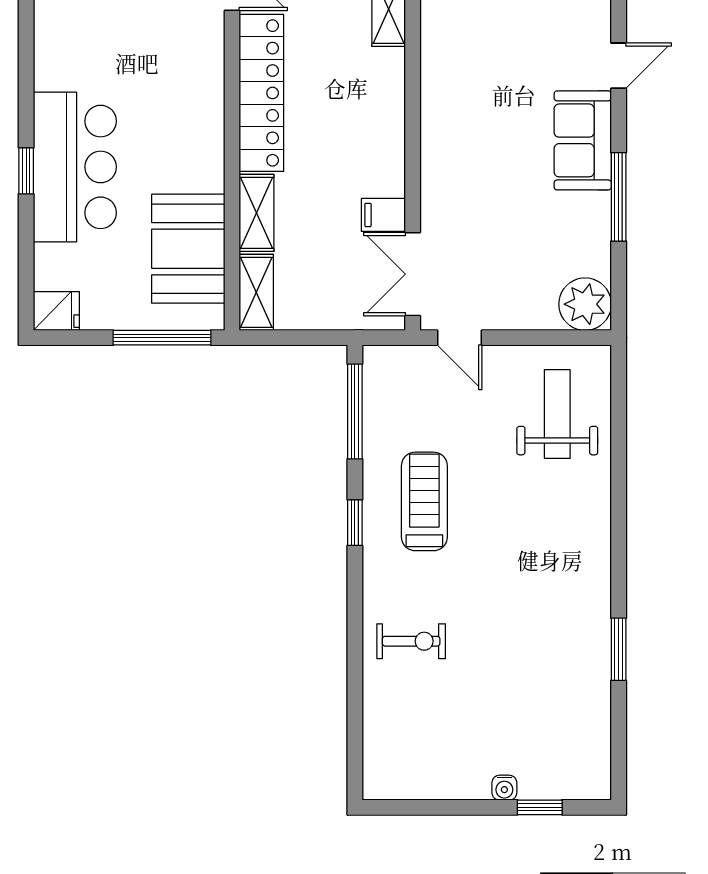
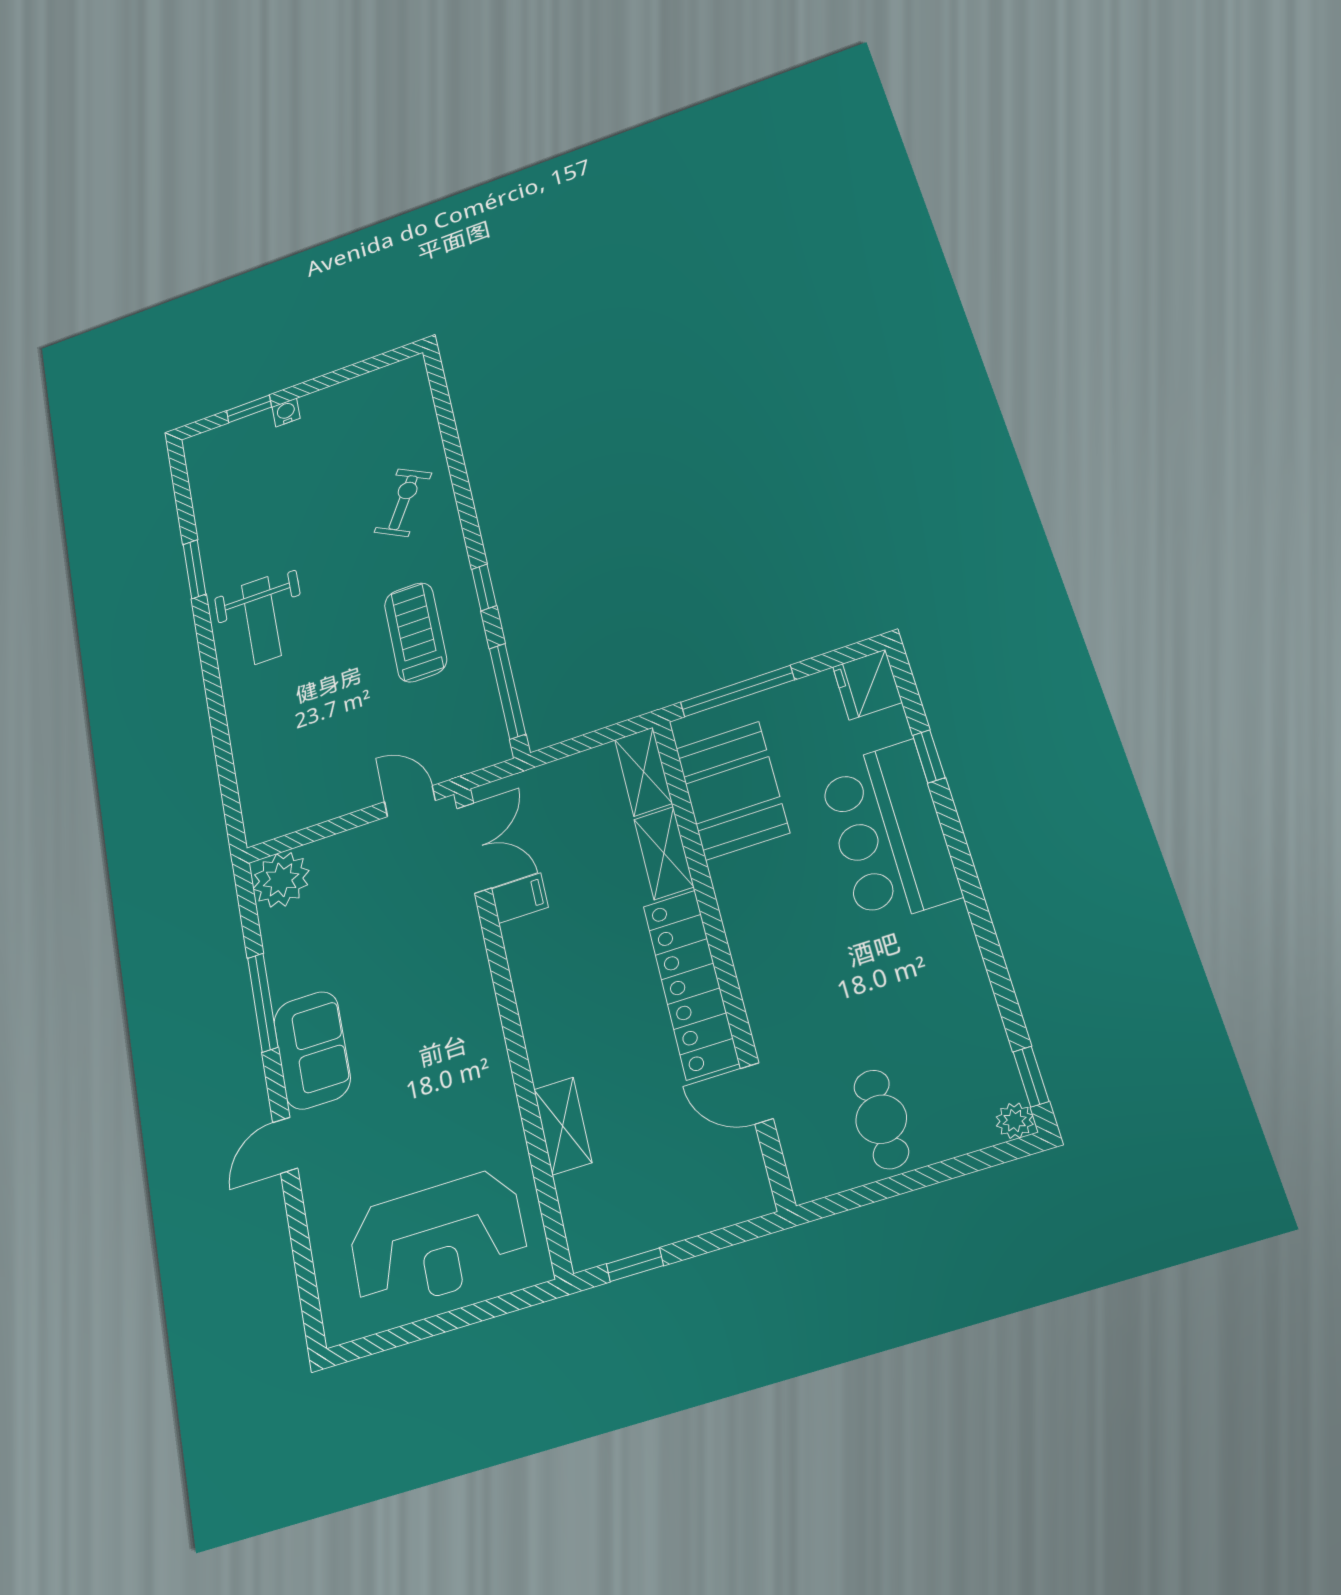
window: (26, 171) -> (929, 756), moved
fridge: (56, 311) -> (867, 685), width x1.38
weight bench: (557, 414) -> (261, 620), moved
treadmill: (424, 501) -> (416, 632), turned 180
exercise bike: (411, 641) -> (403, 503), turned 120

